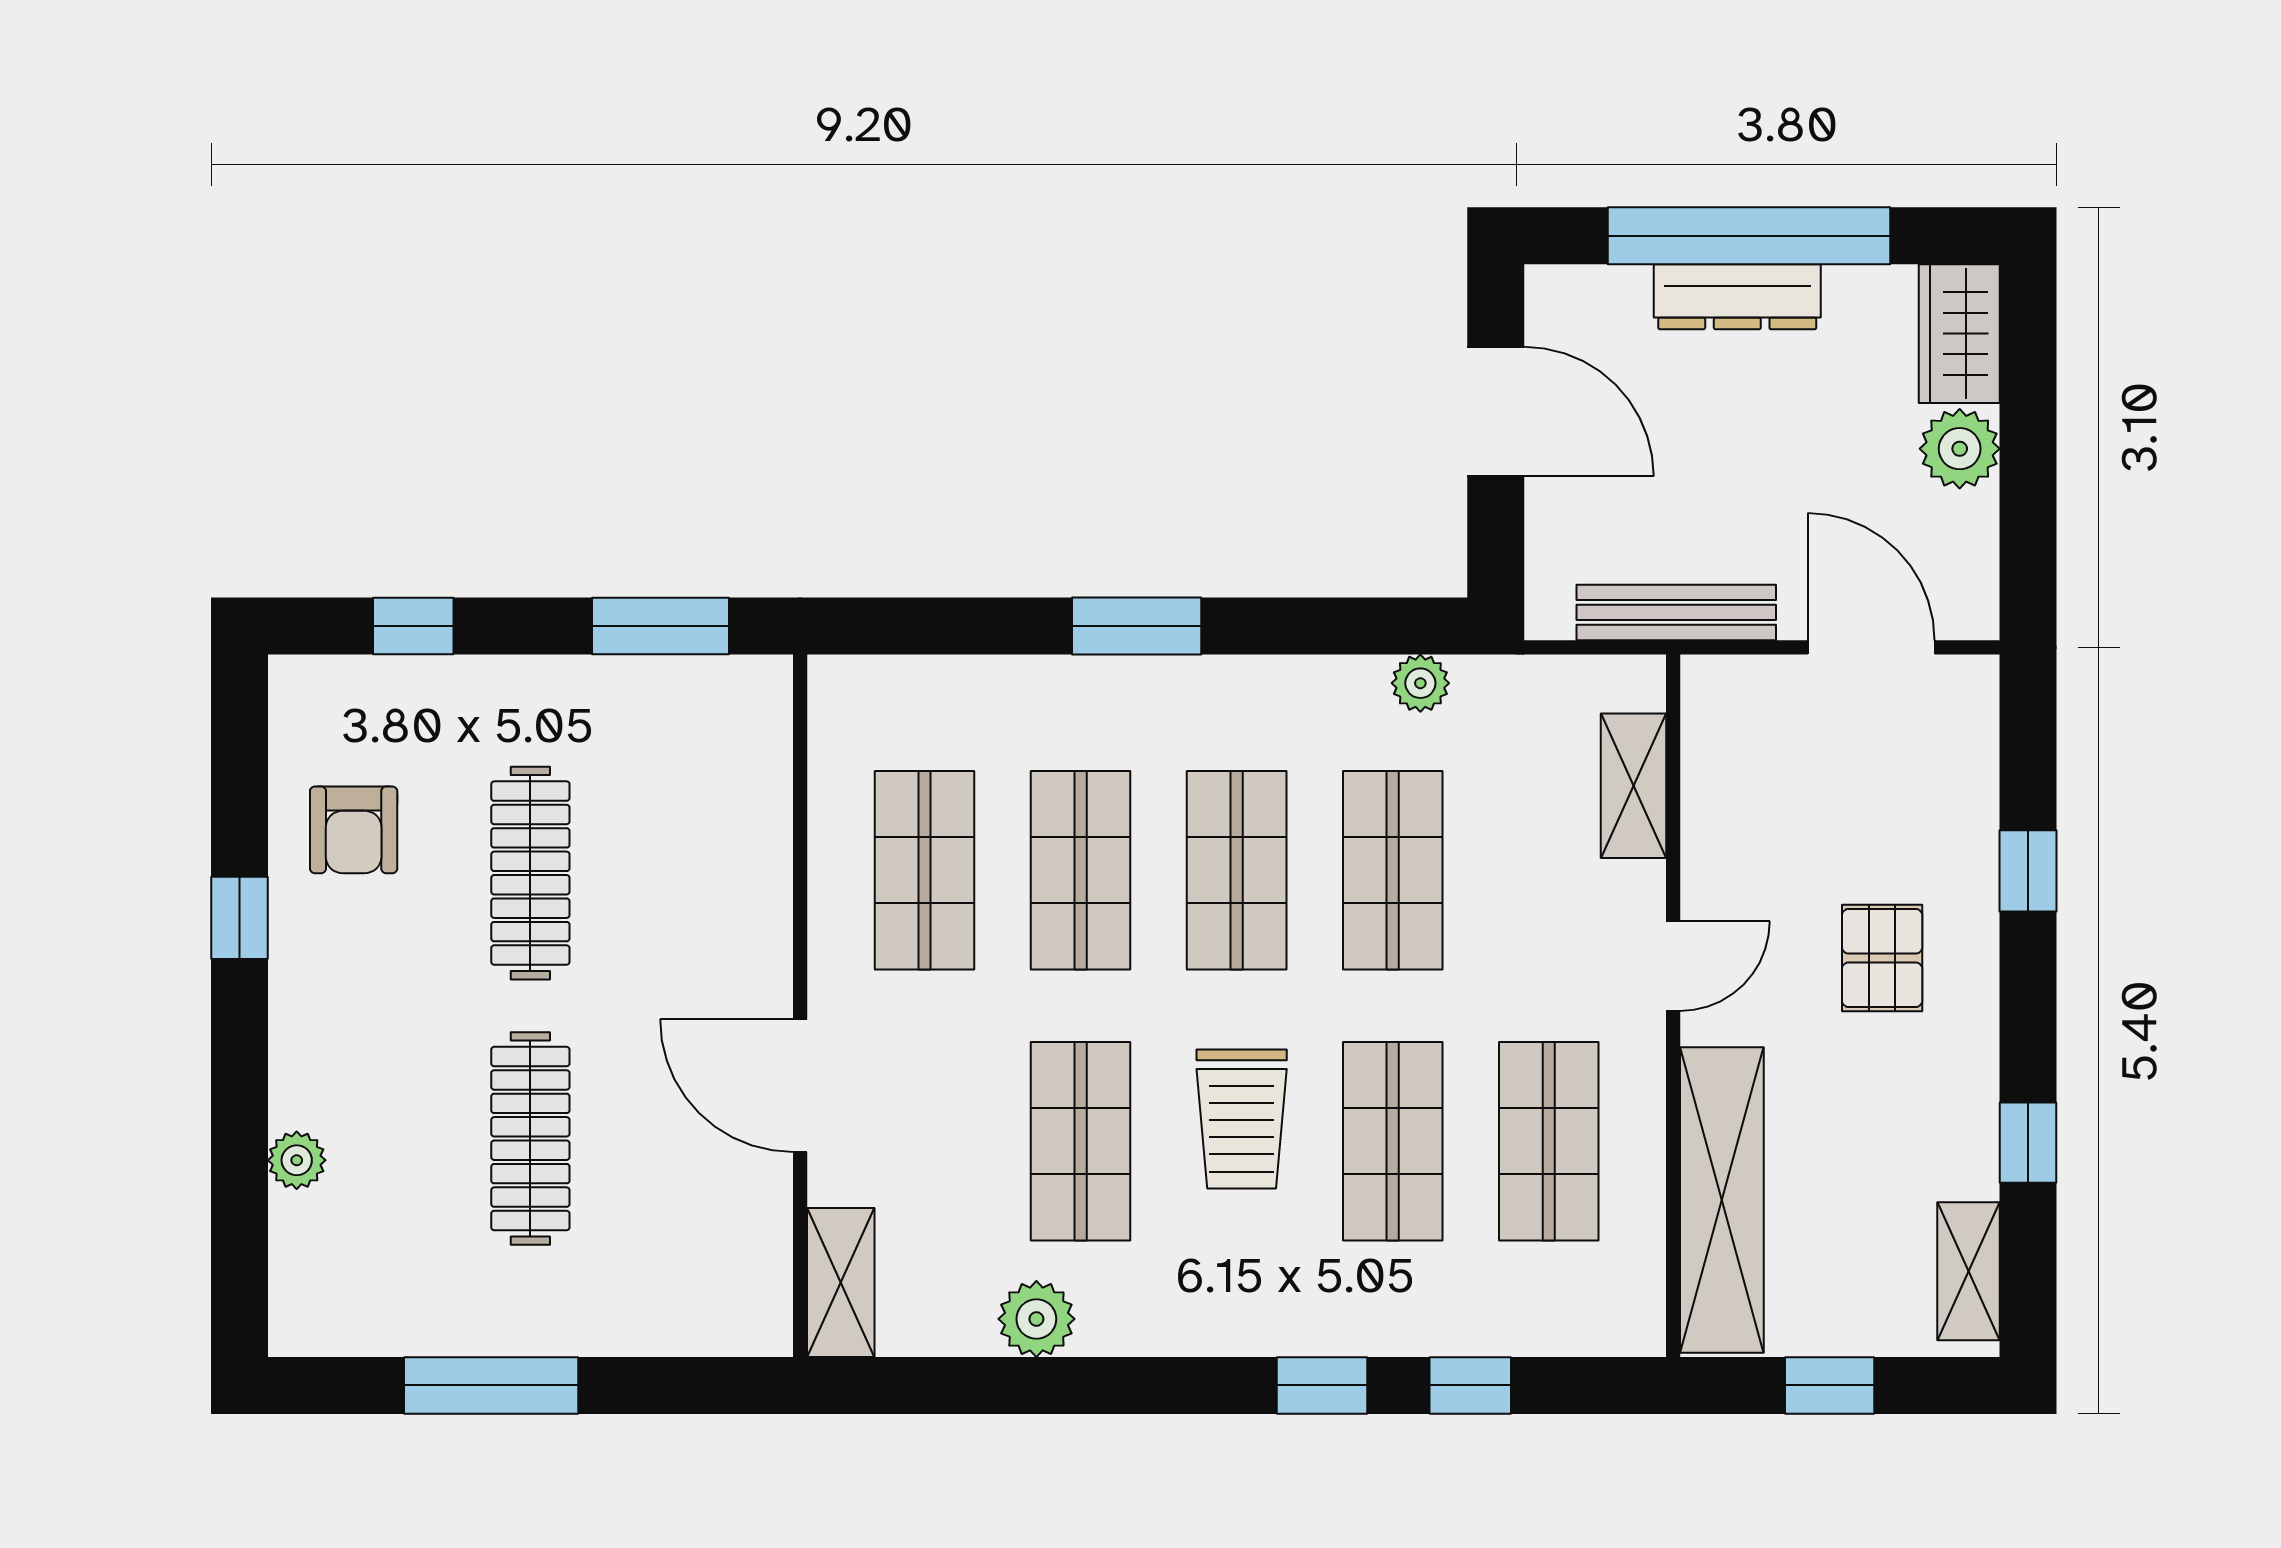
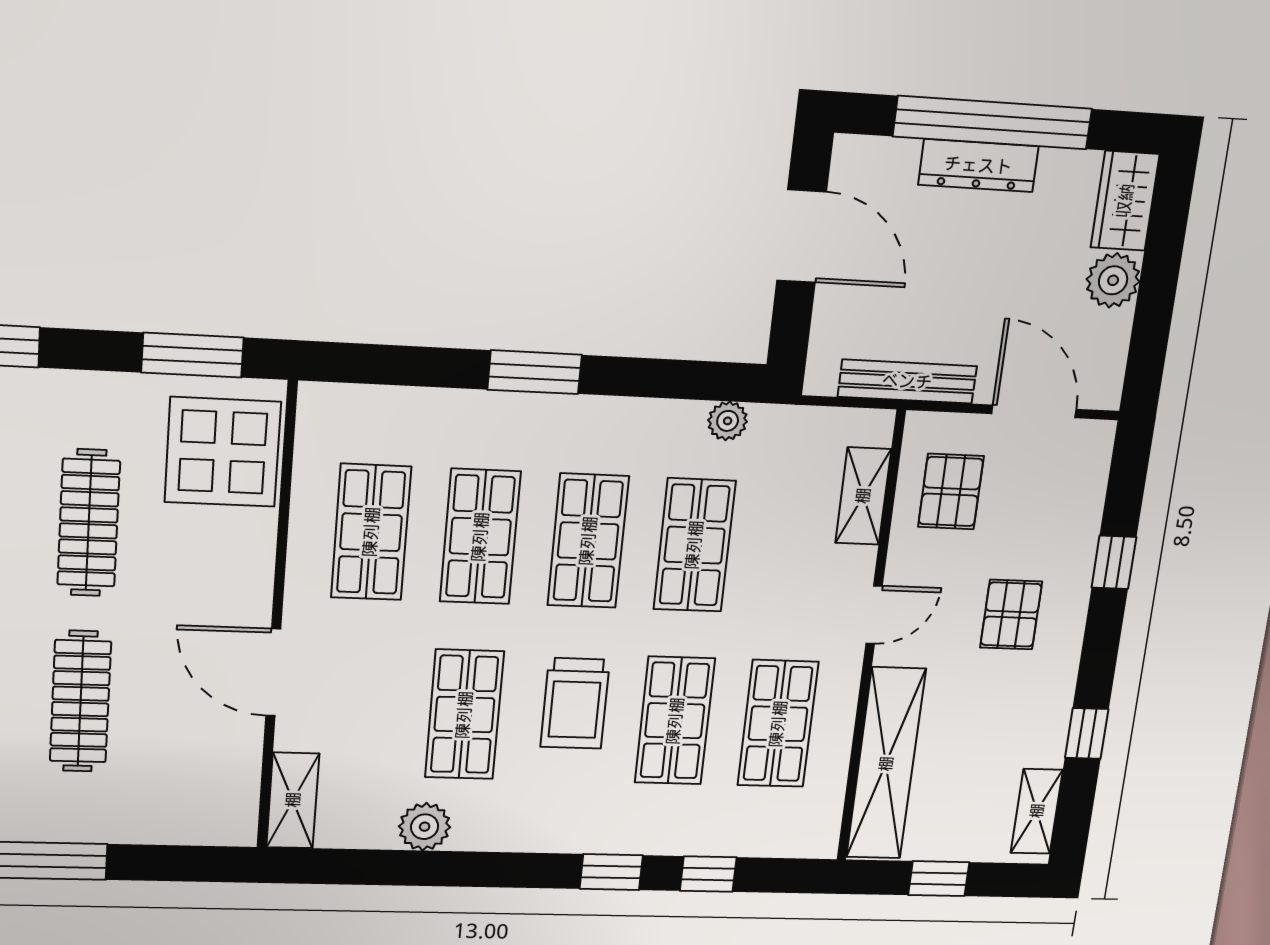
display table: (710, 762) -> (223, 452), added
pallet: (1764, 773) -> (951, 492), added

